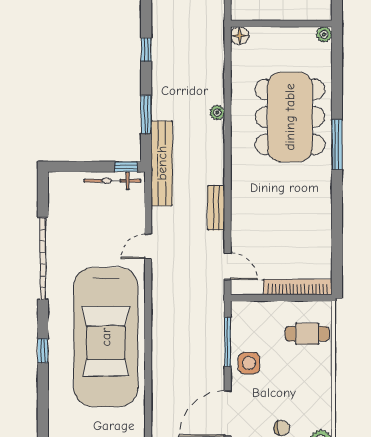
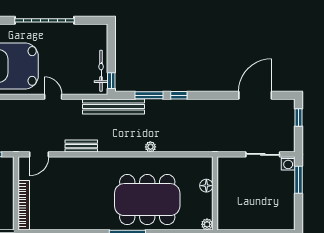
floor lamp: (240, 36) -> (206, 186), moved
window: (146, 50) -> (179, 95), moved

